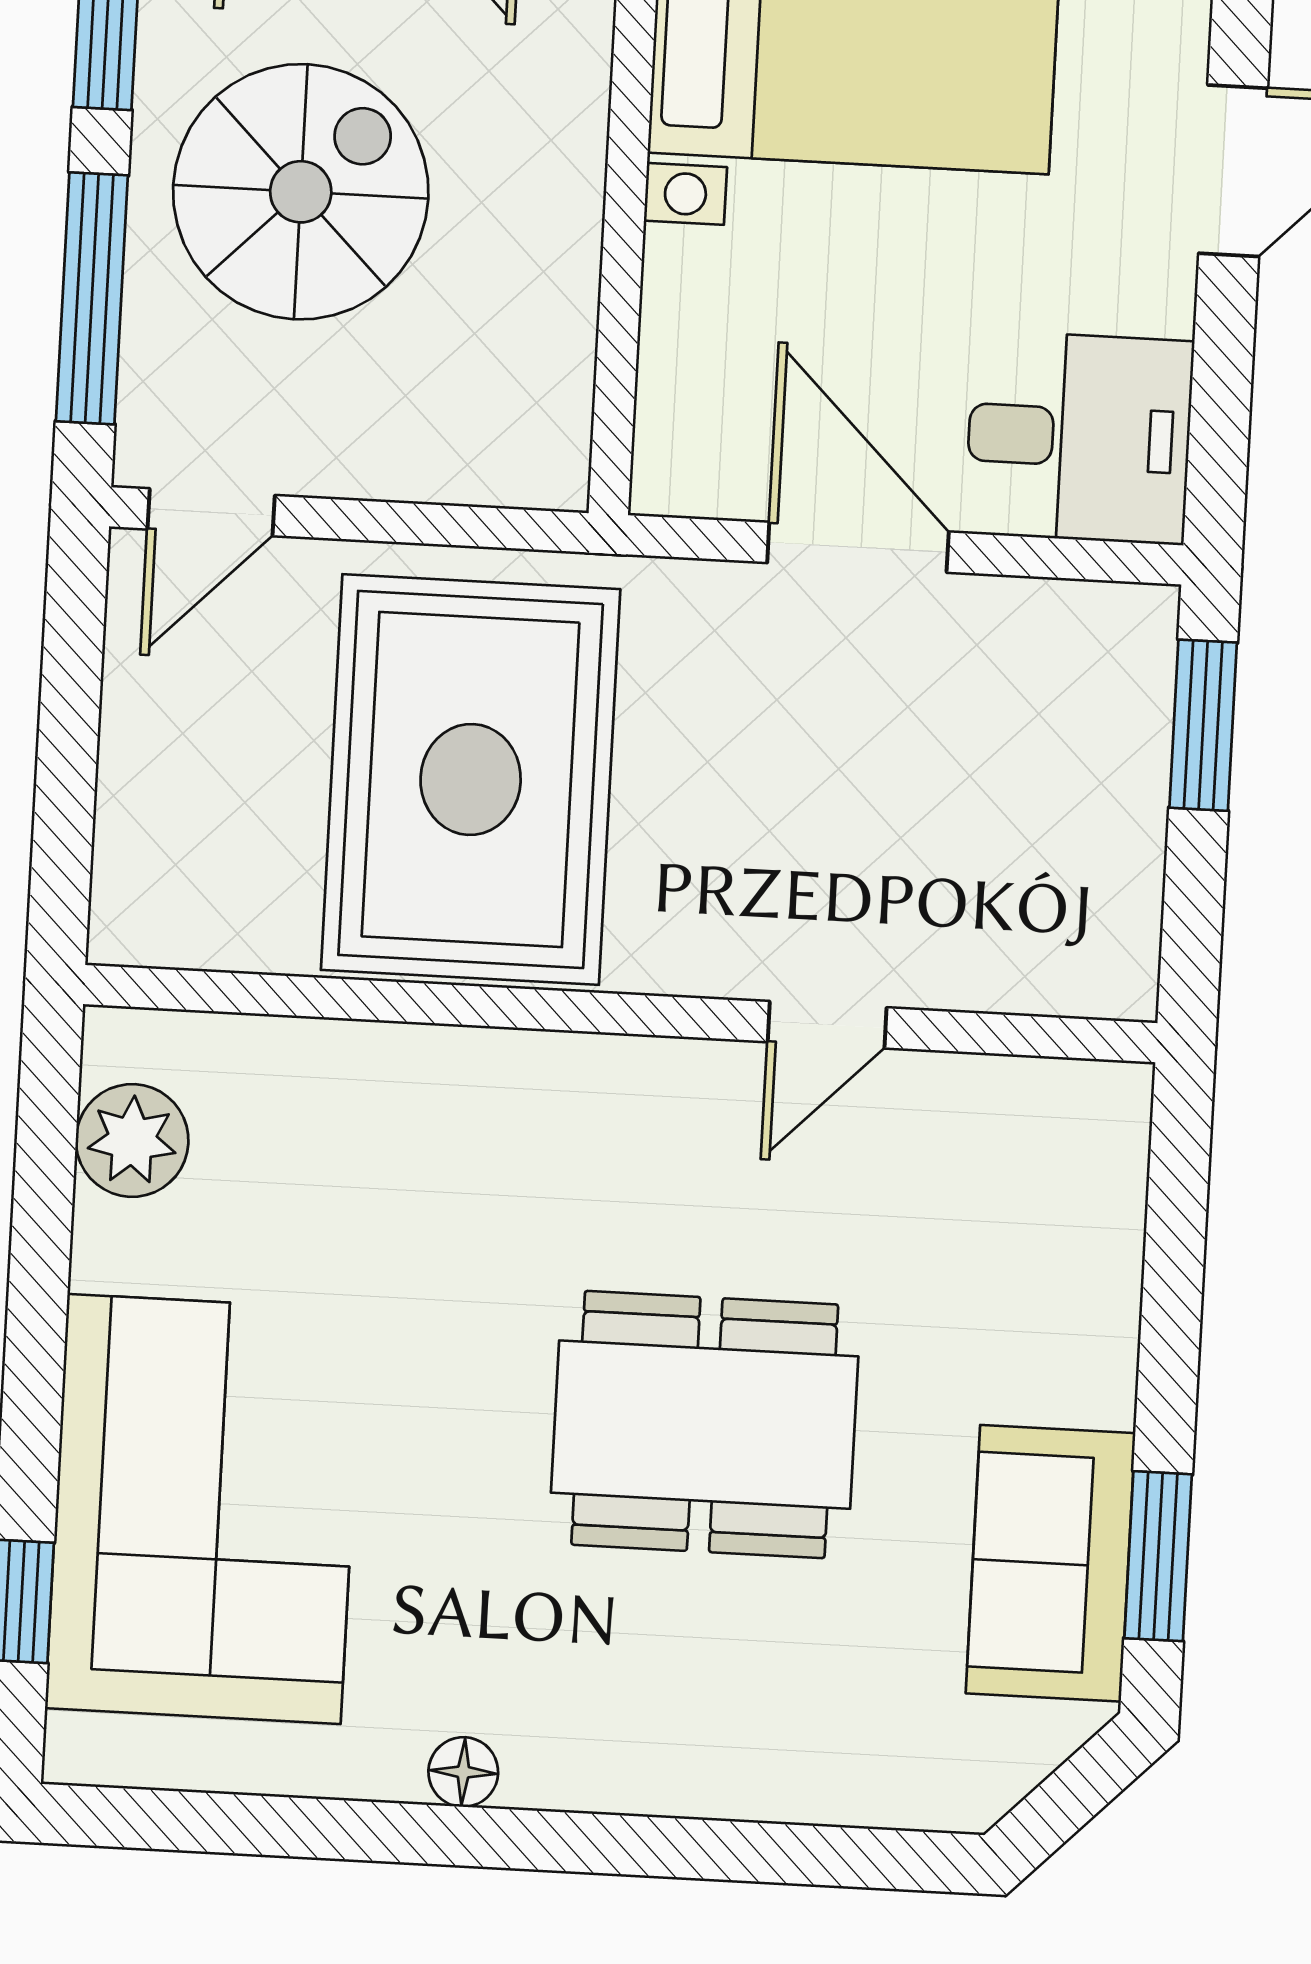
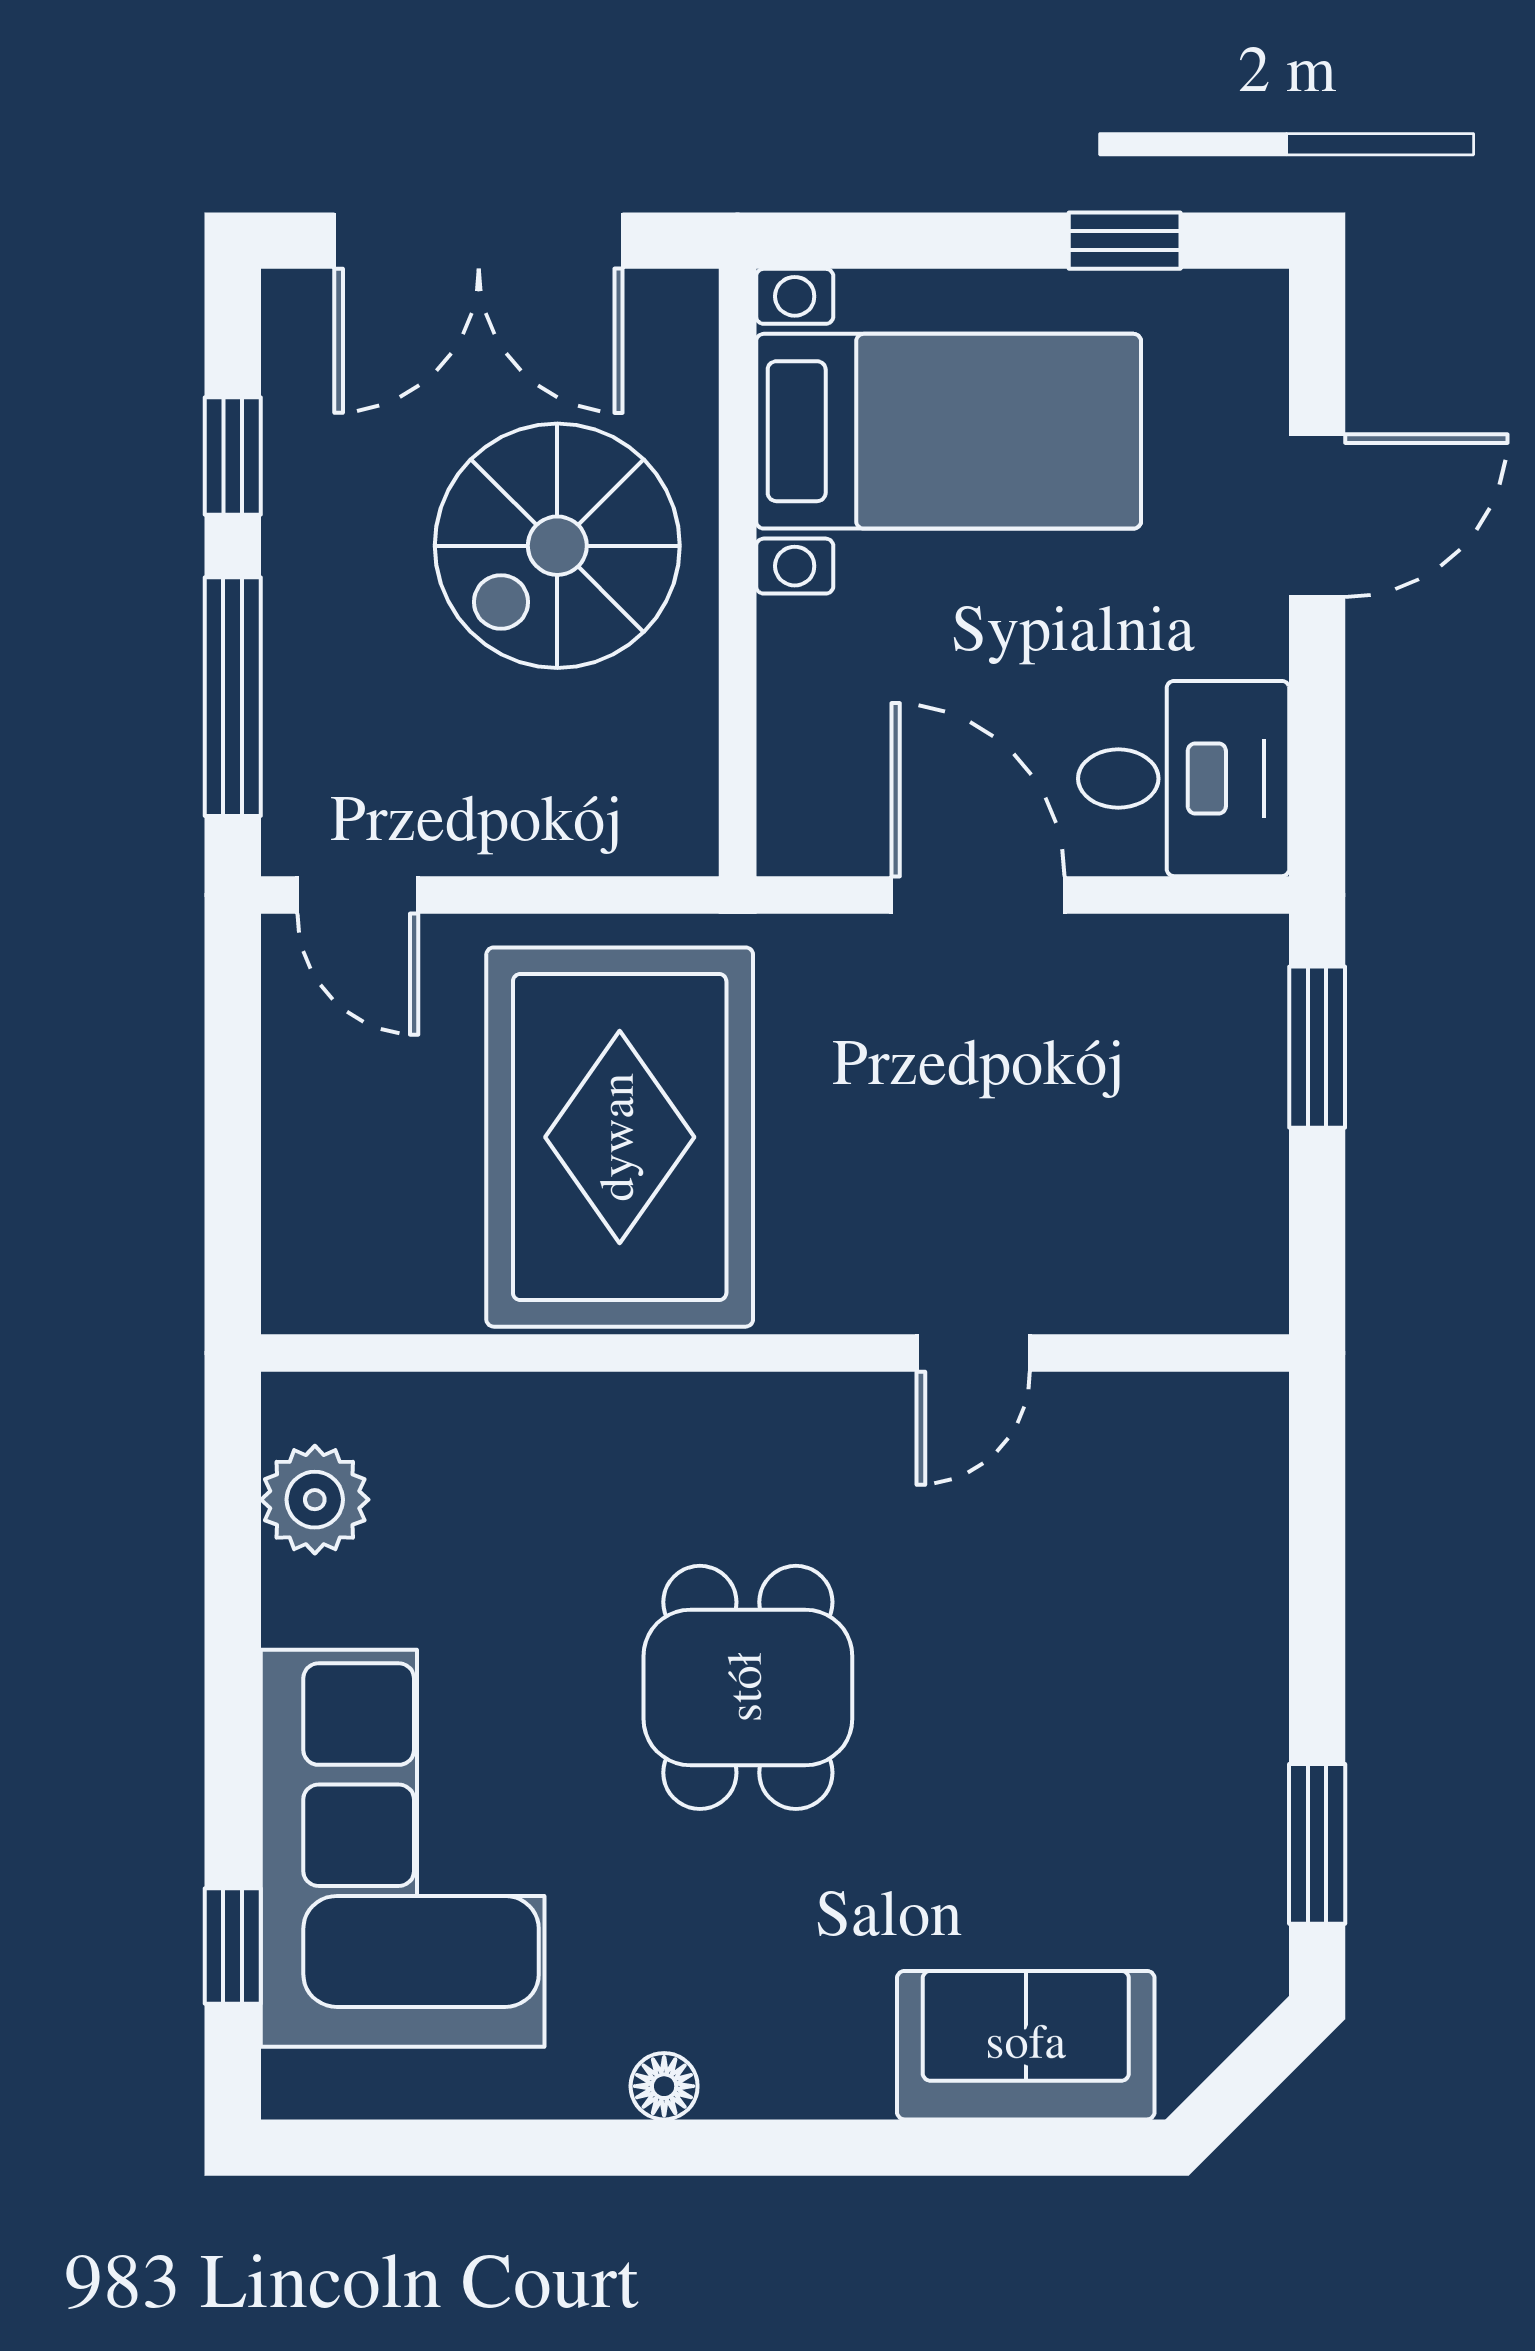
spiral stairs: (301, 192) -> (557, 546), moved, turned 180
door: (211, 512) -> (358, 895), hinge flipped
dining table: (705, 1425) -> (748, 1687), moved, width x0.73
sofa: (1051, 1563) -> (1026, 2045), moved, turned 90

